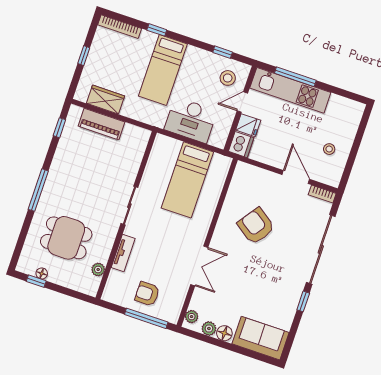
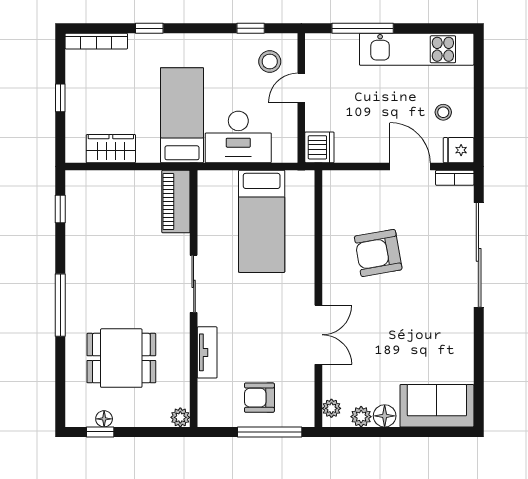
bed: (163, 70) -> (182, 115), moved, turned 180
kitchen unit: (290, 90) -> (417, 49), moved
piano: (102, 124) -> (176, 202), moved, turned 90
fridge: (248, 125) -> (459, 150), moved, turned 180
armchair: (256, 226) -> (378, 253), turned -45
plant: (98, 270) -> (180, 417), moved
window: (303, 301) -> (479, 335), removed

